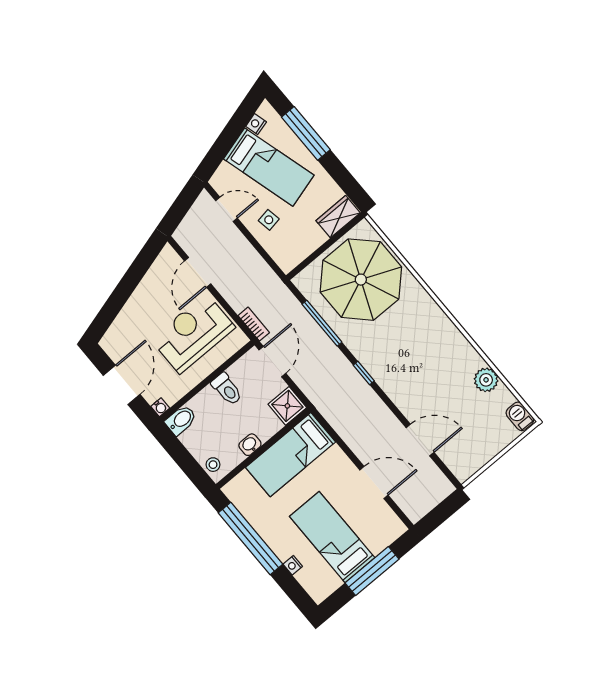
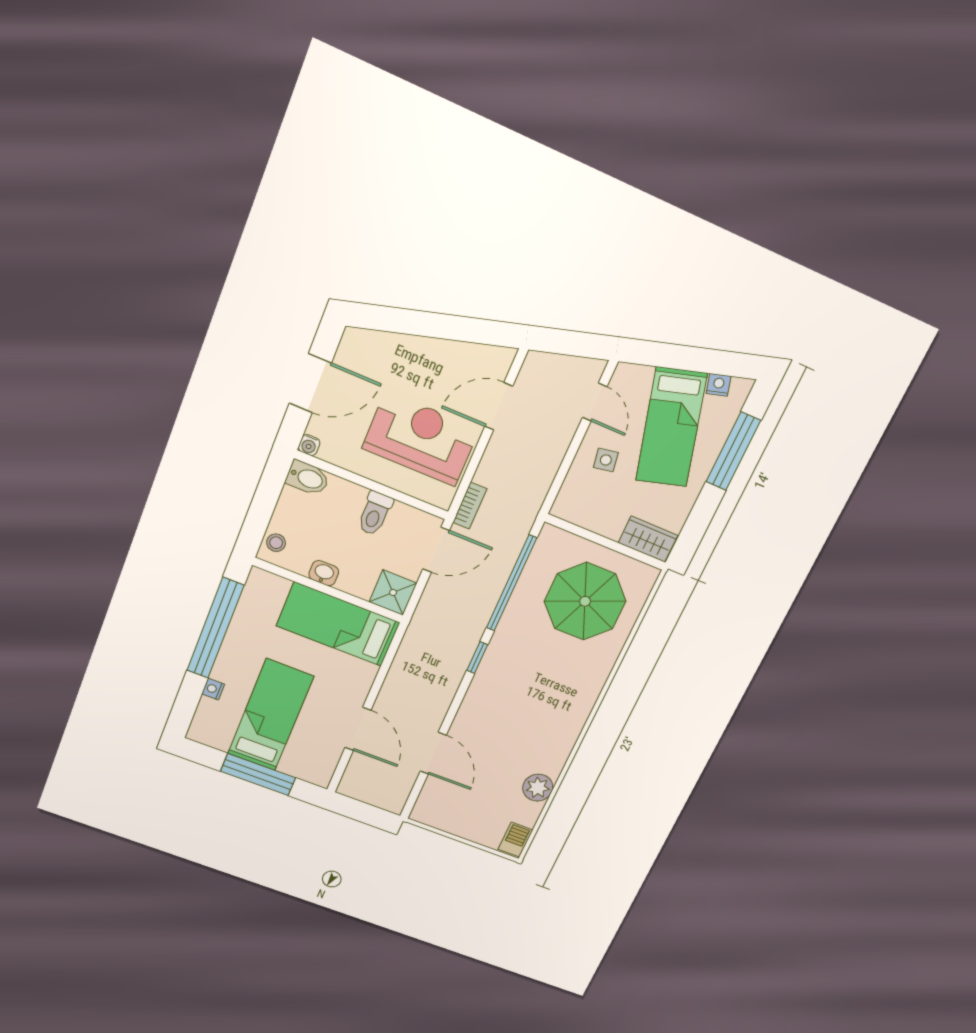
parasol: (361, 280) -> (585, 601), width x0.73, depth x0.73
window: (322, 323) -> (511, 583), width x1.46

